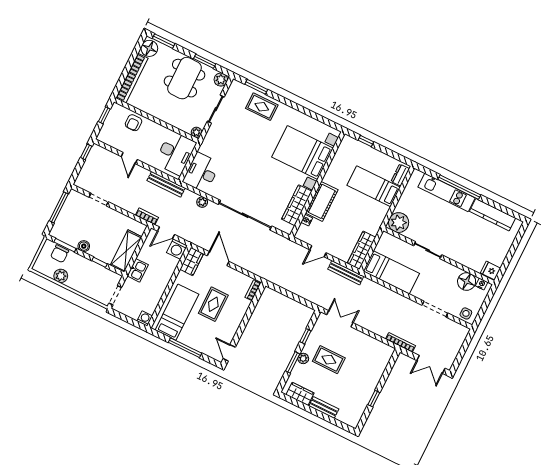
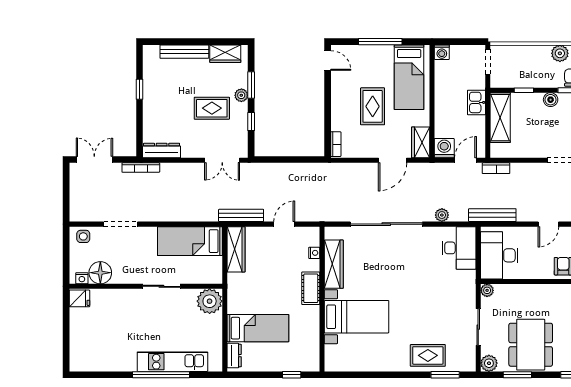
bed with nightstands: (302, 153) -> (357, 317), width x0.73
door: (129, 158) -> (548, 224), swing flipped
cot: (322, 201) -> (311, 288), width x0.73, depth x0.75
kitchen counter: (493, 215) -> (108, 362), removed
door: (218, 259) -> (392, 160), hinge flipped
dresser: (380, 347) -> (162, 151), added
bench: (324, 407) -> (184, 52), width x1.36

